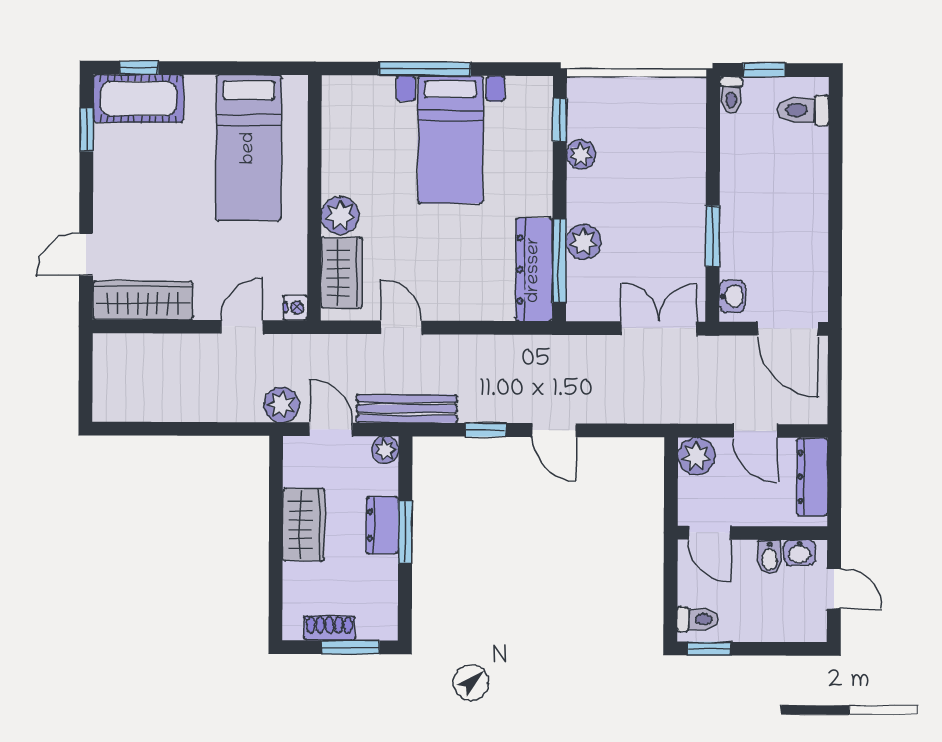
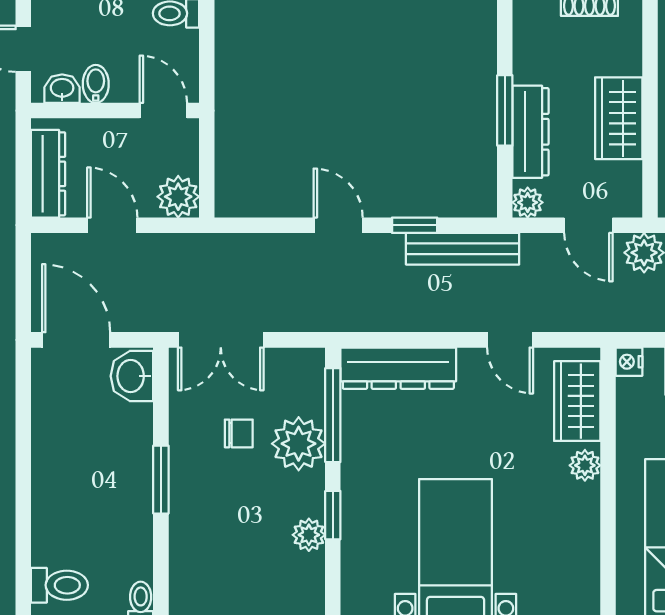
window: (560, 120) -> (333, 515), moved
plant: (340, 216) -> (585, 465), width x0.73, depth x0.73
window: (713, 236) -> (161, 480), moved
plant: (584, 242) -> (299, 444), width x1.36, depth x1.36
chair: (643, 245) -> (239, 433), added
dresser: (534, 270) -> (398, 368), moved, turned 90
washbasin: (732, 296) -> (132, 376), width x1.38, depth x1.45
bench: (407, 409) -> (463, 249), moved
dresser: (382, 525) -> (530, 132), width x1.44

